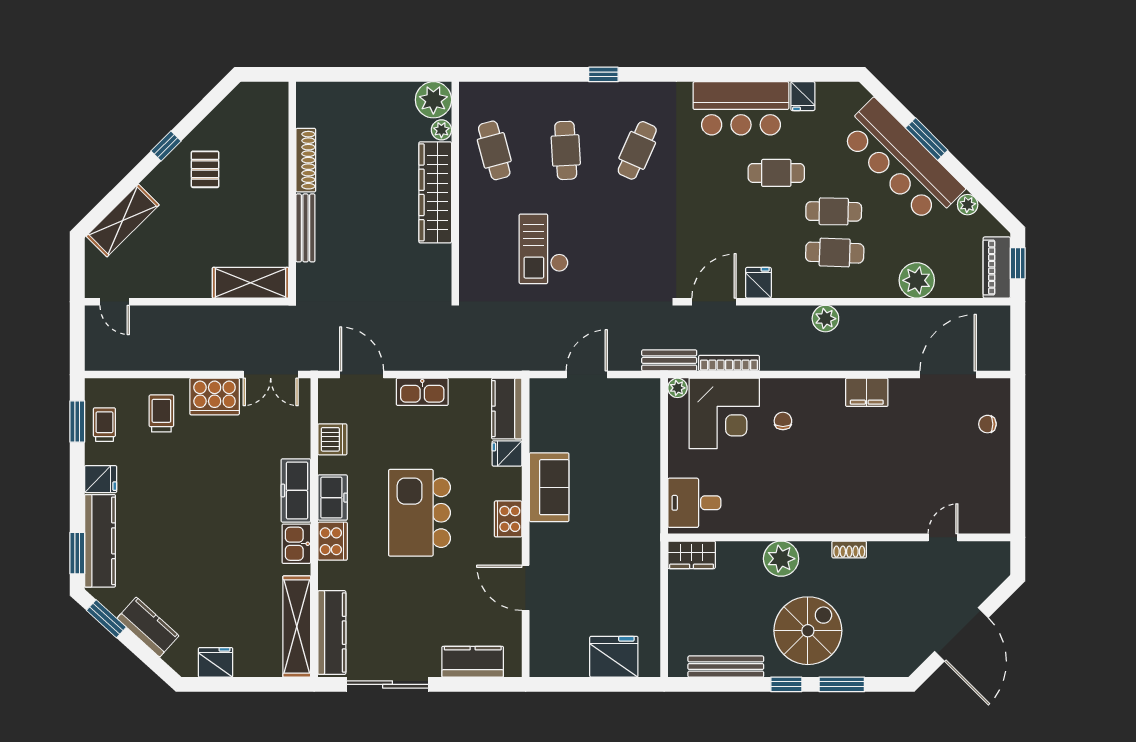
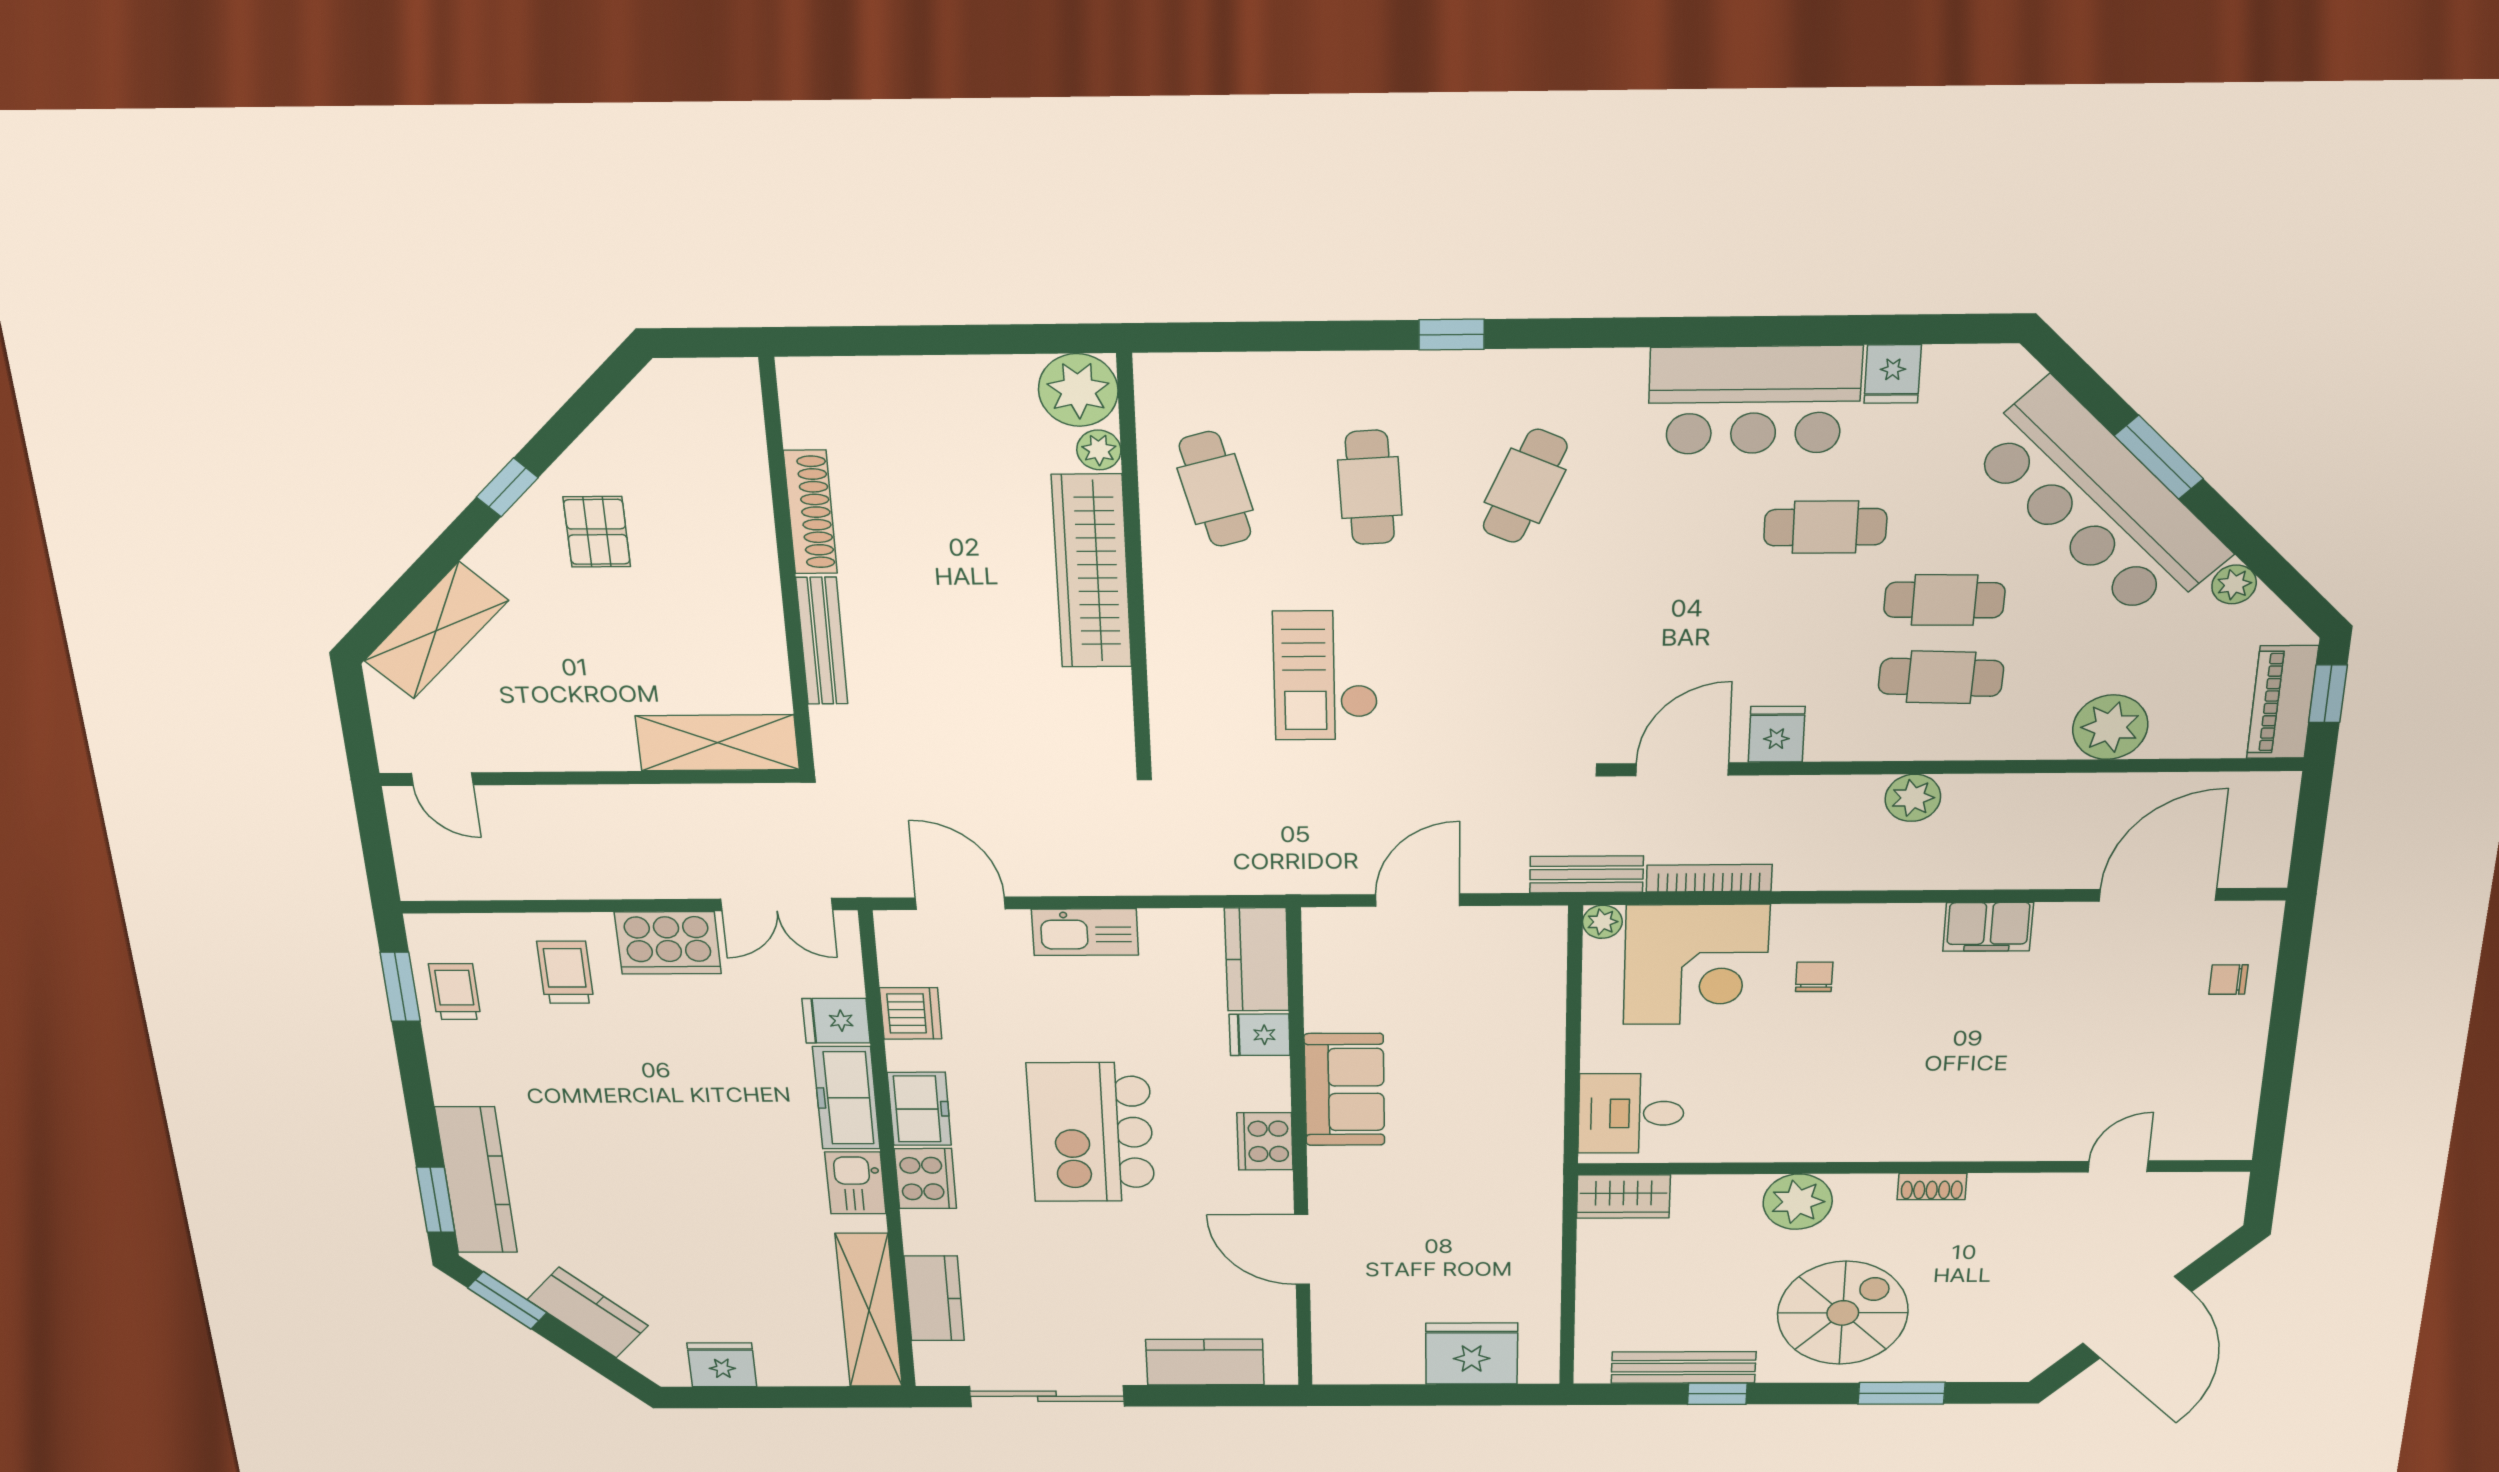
fridge: (101, 479) -> (836, 1021), moved, turned 180
kitchen counter: (332, 633) -> (934, 1298), width x0.67
window: (786, 684) -> (1717, 1394), moved

